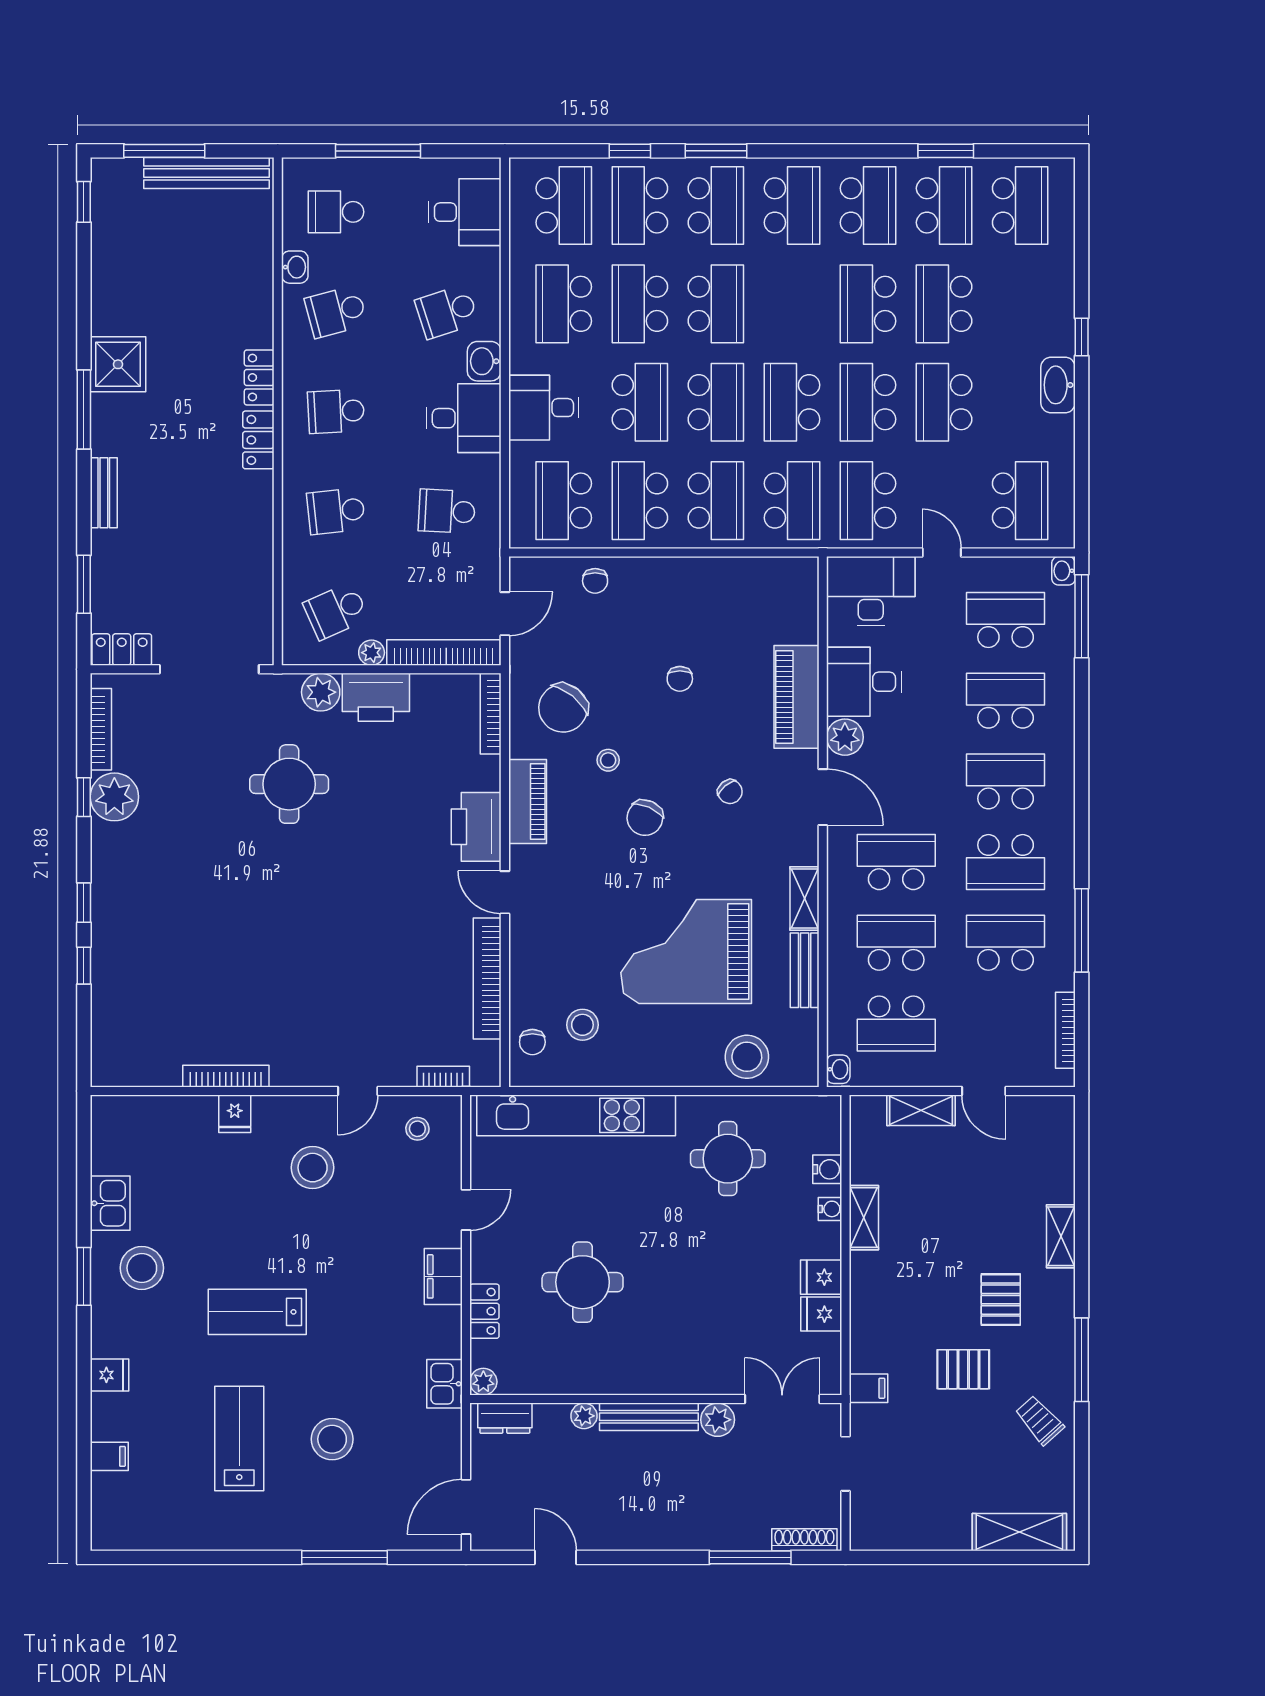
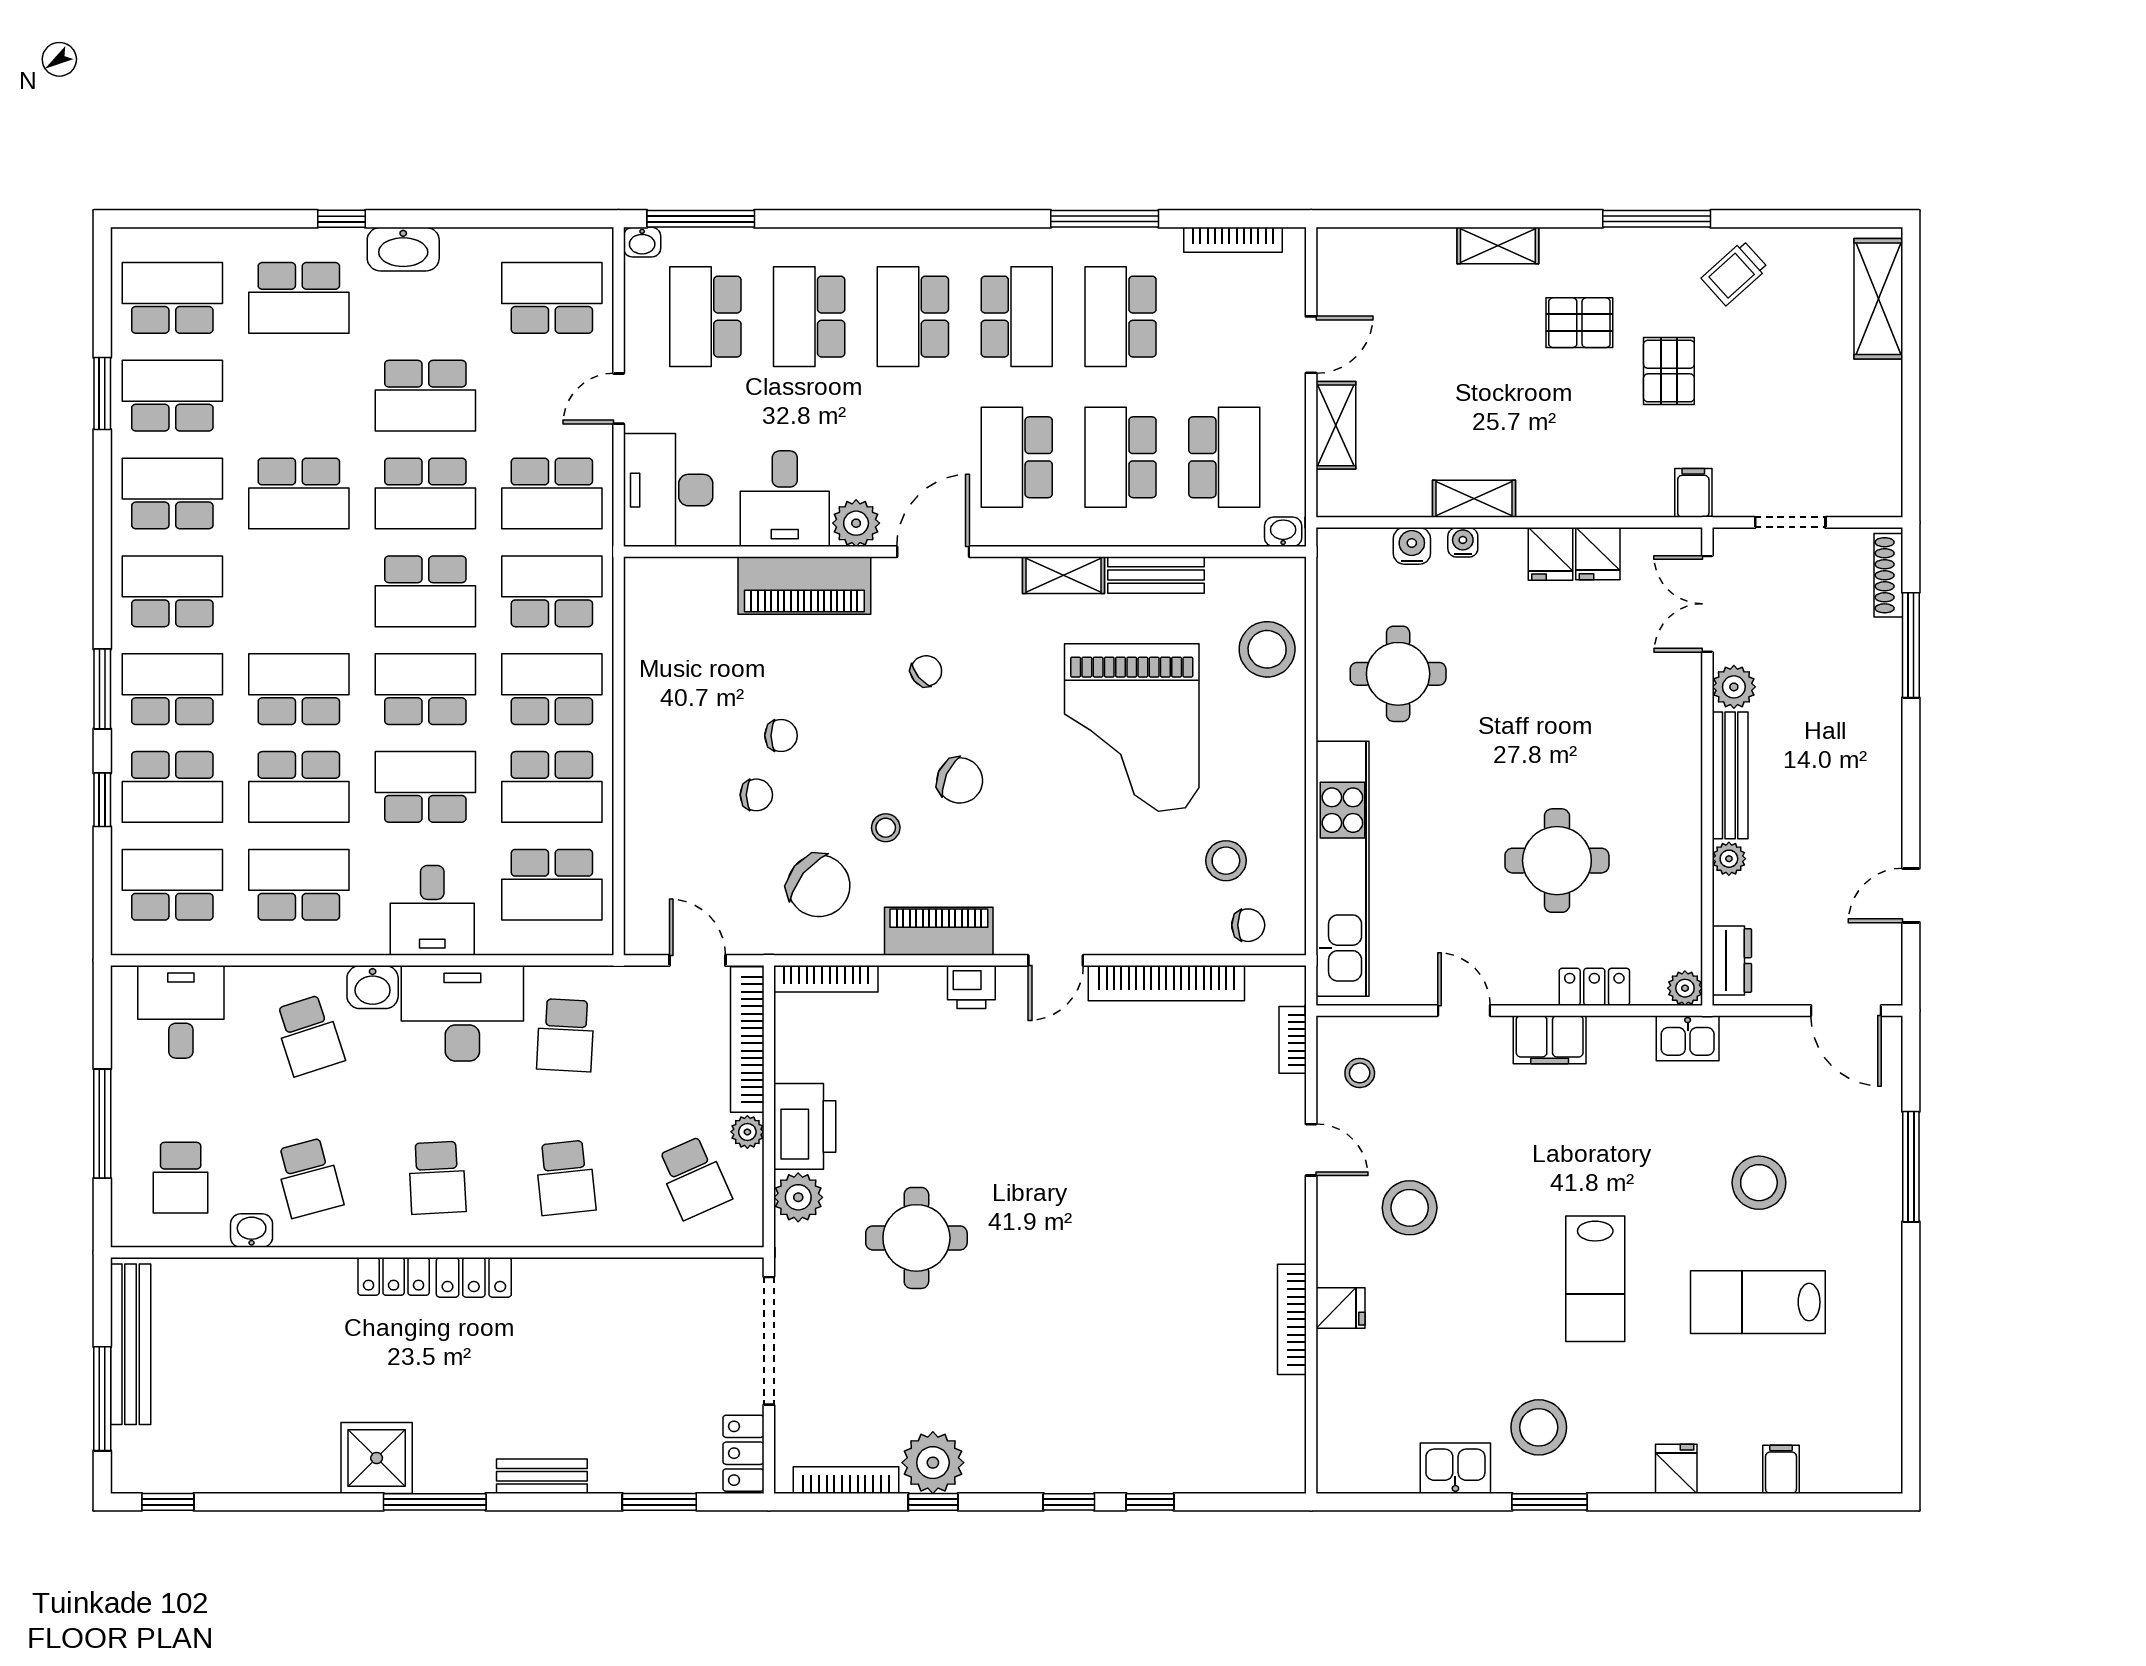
school desk: (564, 304) -> (299, 885), turned 180
school desk: (944, 304) -> (299, 298), moved
desk: (464, 418) -> (462, 1013), width x1.37
chair: (595, 581) -> (756, 795), moved
printer: (476, 827) -> (971, 987), width x0.53, depth x0.68

